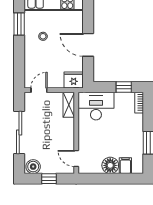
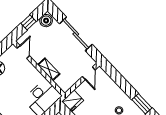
shelving: (69, 105) -> (49, 69), moved
door: (76, 158) -> (23, 52), hinge flipped

